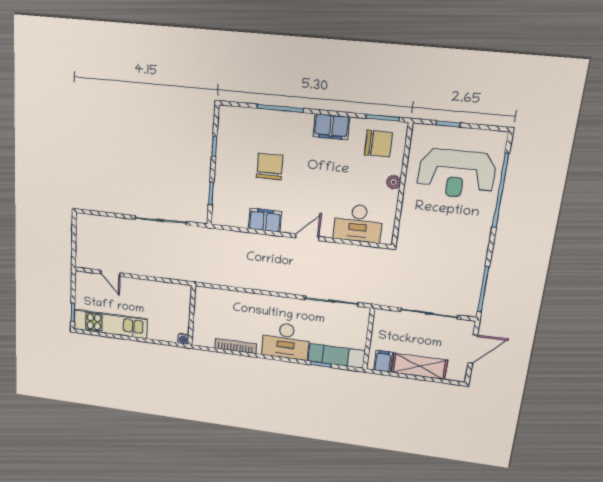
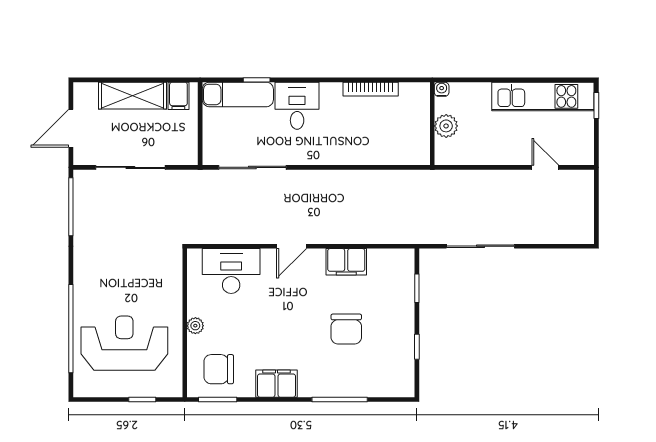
plant: (182, 312) -> (446, 126), added
desk: (286, 341) -> (297, 106), width x0.73

